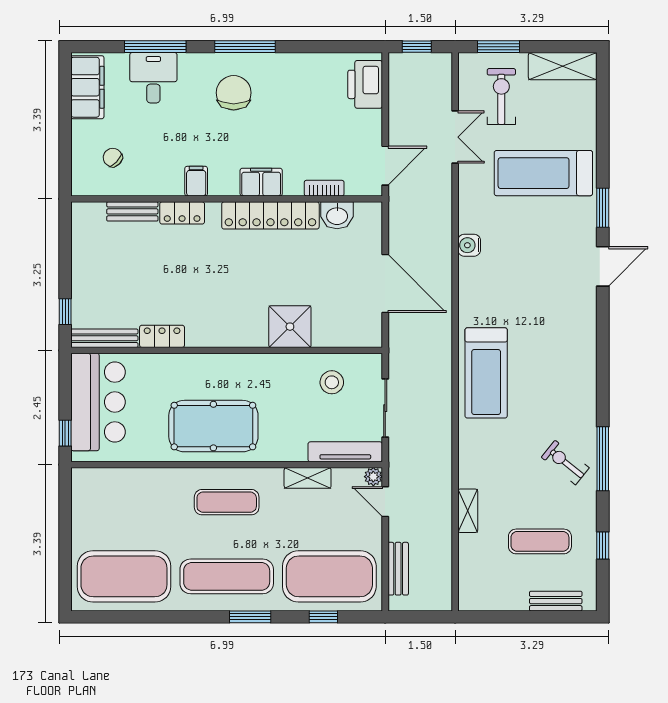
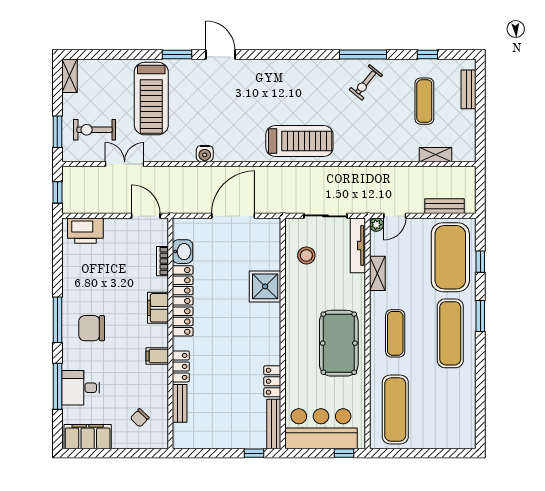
shelving: (563, 66) -> (69, 76), width x0.67, depth x0.75
shelving: (468, 511) -> (435, 155), moved
exercise mat: (124, 576) -> (395, 410), moved, width x0.68

